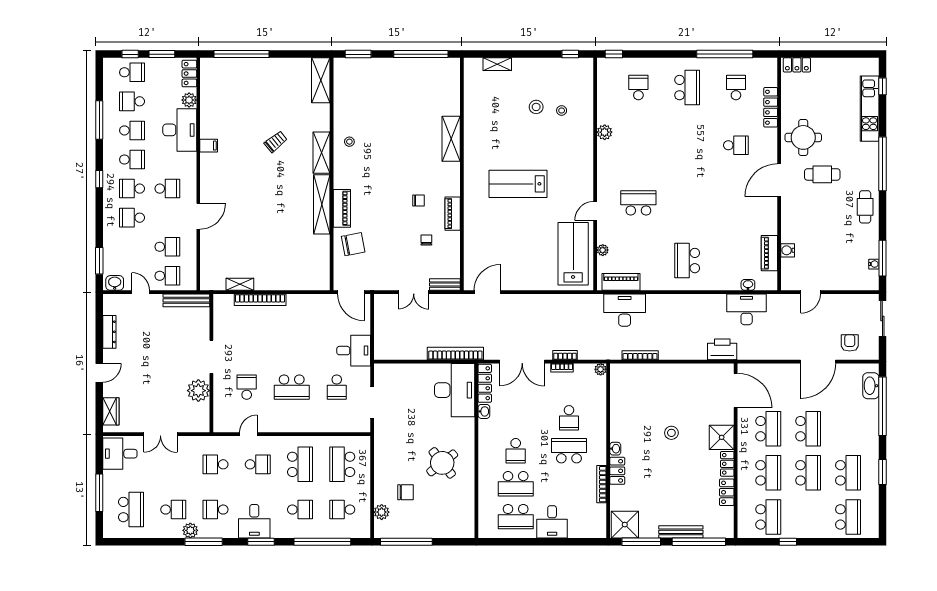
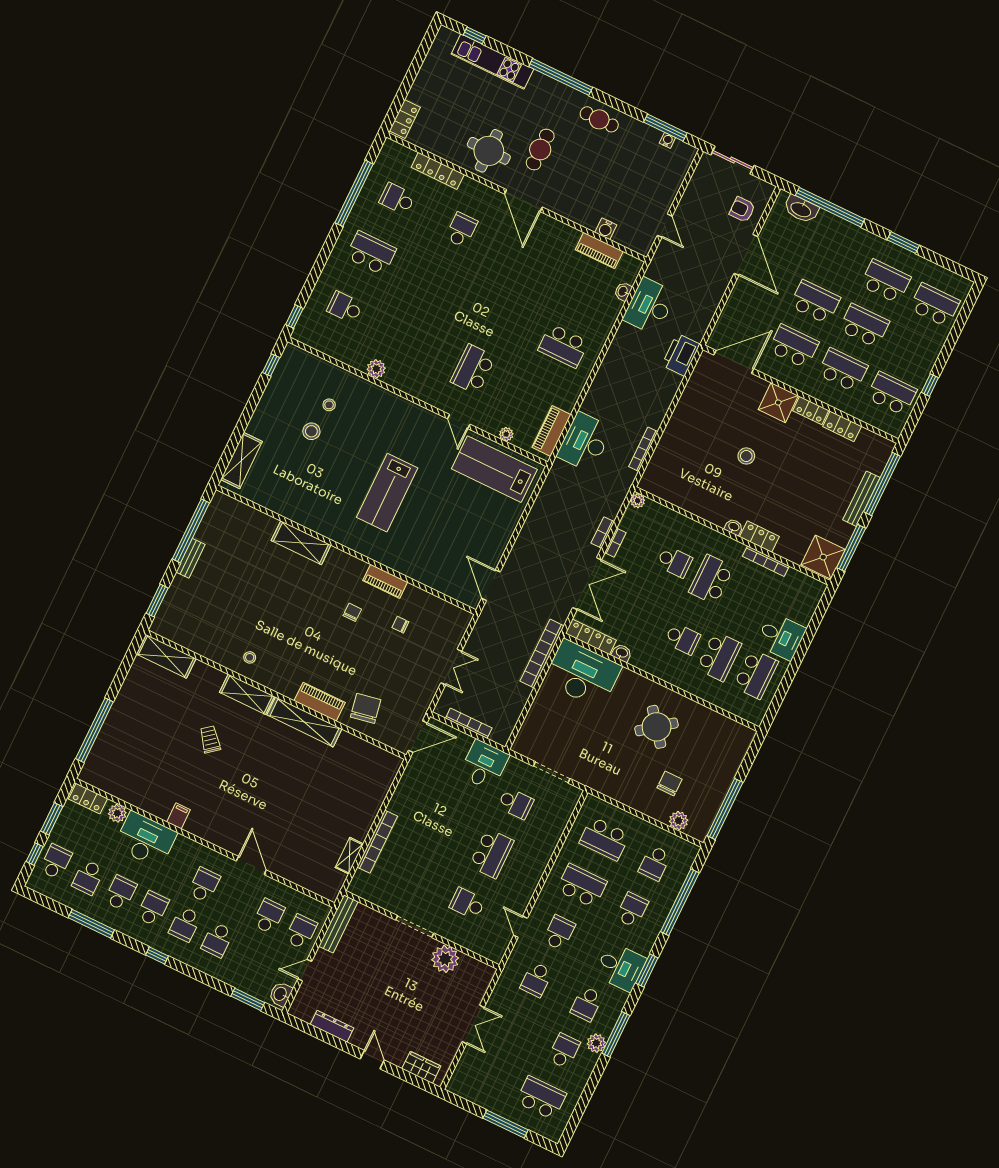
shelving: (497, 64) -> (242, 460), width x1.50, depth x1.33
bench: (445, 285) -> (190, 558), moved
bookcase: (379, 325) -> (469, 723), added
desk: (120, 454) -> (473, 1080), removed

